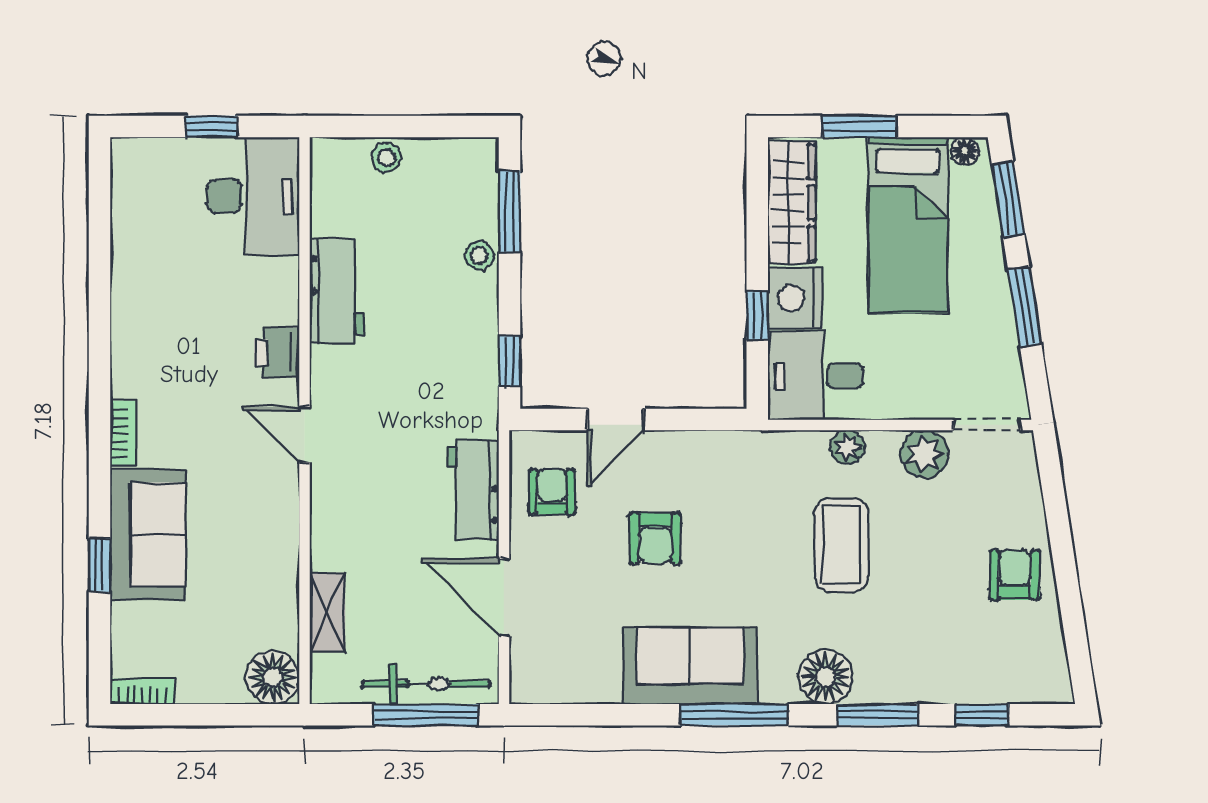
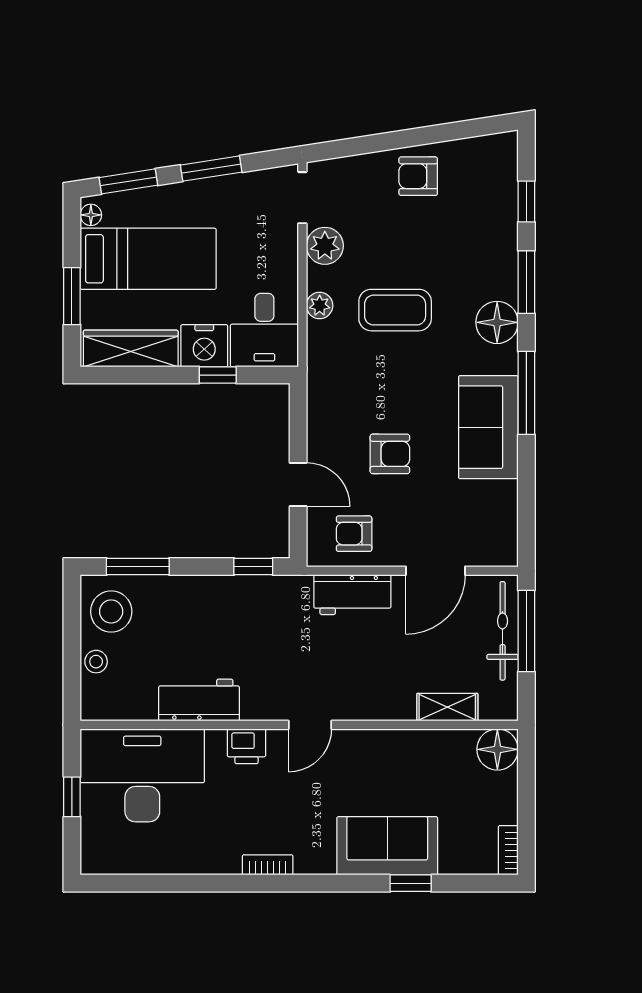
desk: (253, 196) -> (142, 775), width x1.36, depth x1.30
stool: (479, 256) -> (111, 611), moved, width x1.89, depth x1.89
bookcase: (123, 433) -> (268, 865), moved

